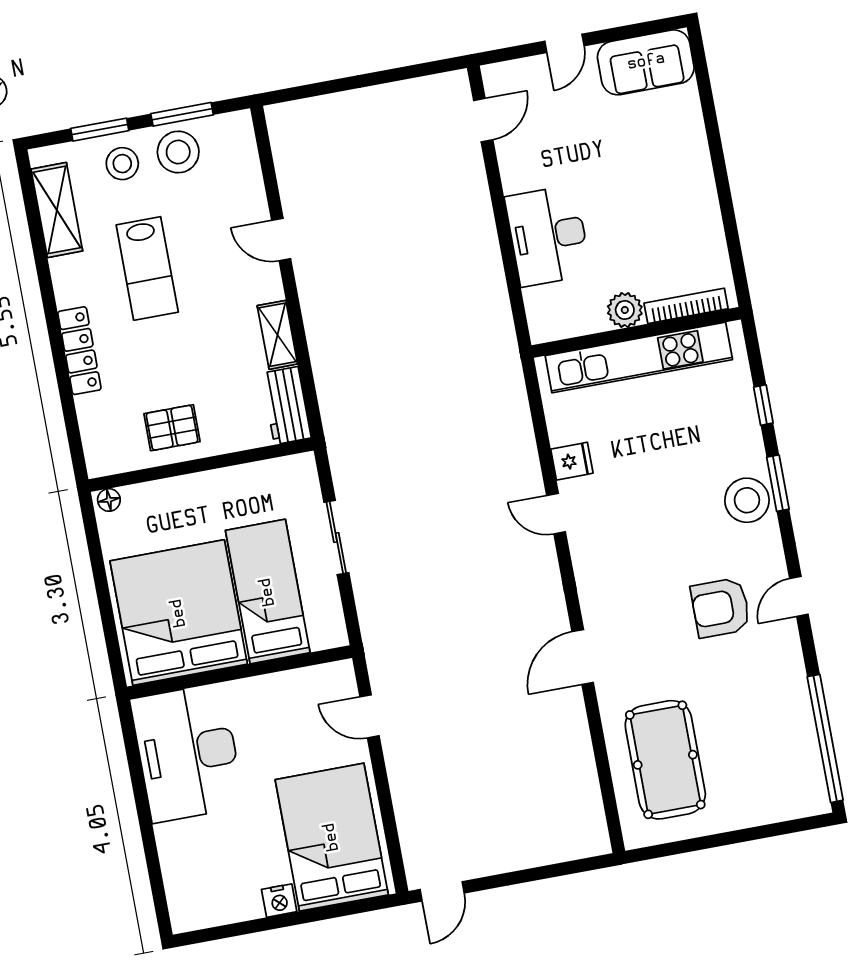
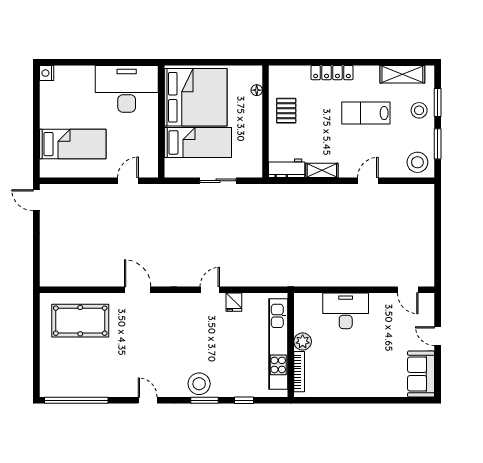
stool: (178, 152) -> (417, 162), moved
floor lamp: (109, 500) -> (257, 90), moved
armchair: (721, 608) -> (149, 361), removed
bed: (332, 837) -> (73, 144), width x0.67
nightstand: (279, 901) -> (47, 73), moved

